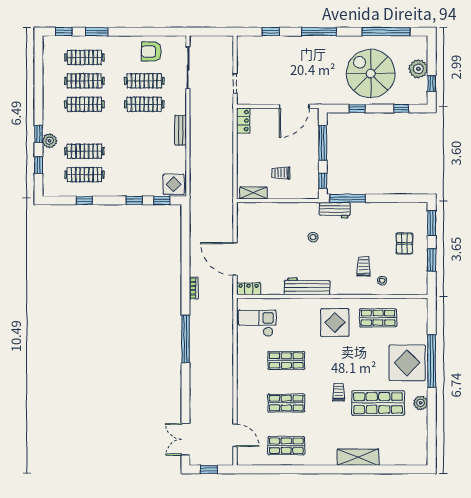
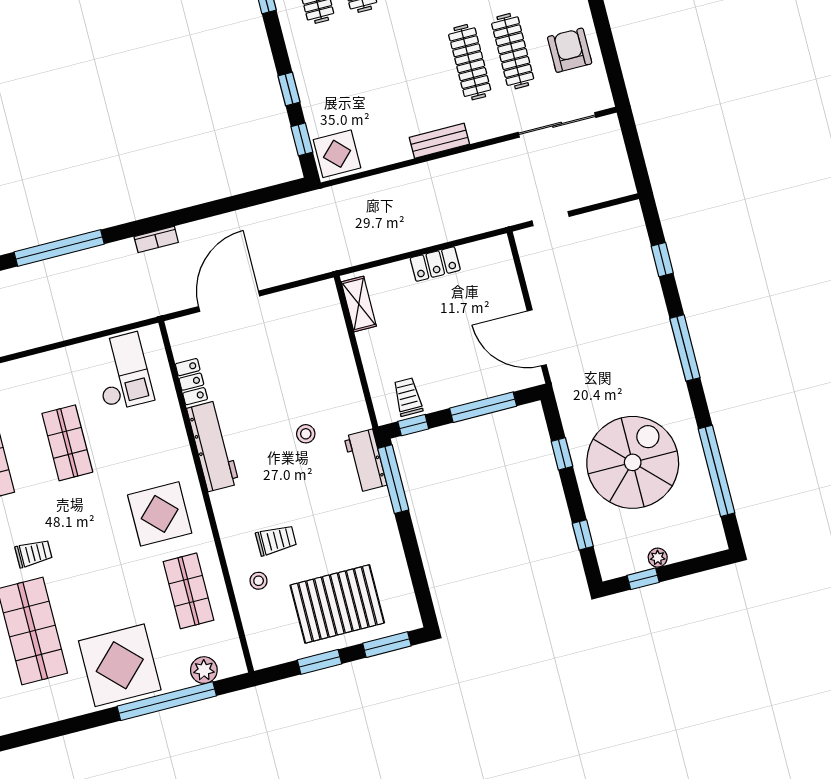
plant: (418, 69) -> (658, 558), width x0.53, depth x0.53
locker: (243, 121) -> (435, 264), moved
trolley: (281, 173) -> (408, 397), moved
pallet: (404, 243) -> (337, 604), width x2.05, depth x2.00
locker: (249, 289) -> (191, 382), moved
window: (432, 361) -> (167, 701), moved
plant: (421, 403) -> (204, 670), moved

